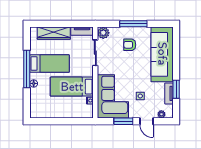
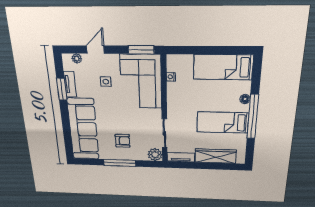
bed: (72, 87) -> (223, 67), moved, turned 180
window: (123, 121) -> (141, 50), moved
door: (146, 121) -> (95, 50), hinge flipped

